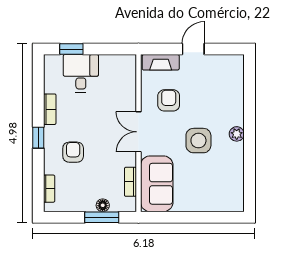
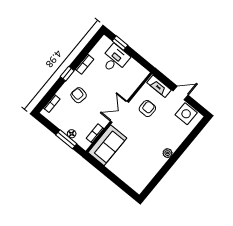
side table: (198, 141) -> (186, 114), moved
armchair: (73, 152) -> (79, 95), turned -80

